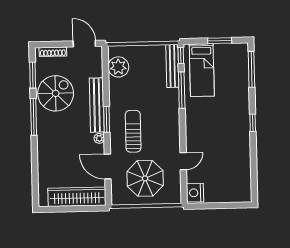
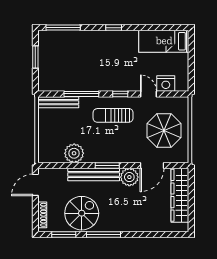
window: (181, 56) -> (120, 94), moved
plant: (118, 67) -> (74, 153), moved
bed: (202, 70) -> (164, 41), moved, turned 180
spiral stairs: (56, 93) -> (82, 213), turned 90
sun lounger: (133, 131) -> (113, 115), moved
plant: (99, 138) -> (129, 177), width x1.87, depth x1.87
nightstand: (195, 193) -> (166, 84), moved

